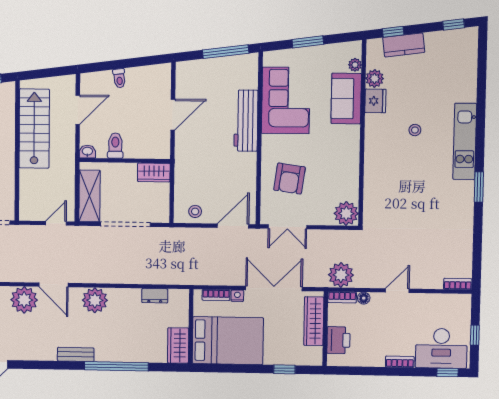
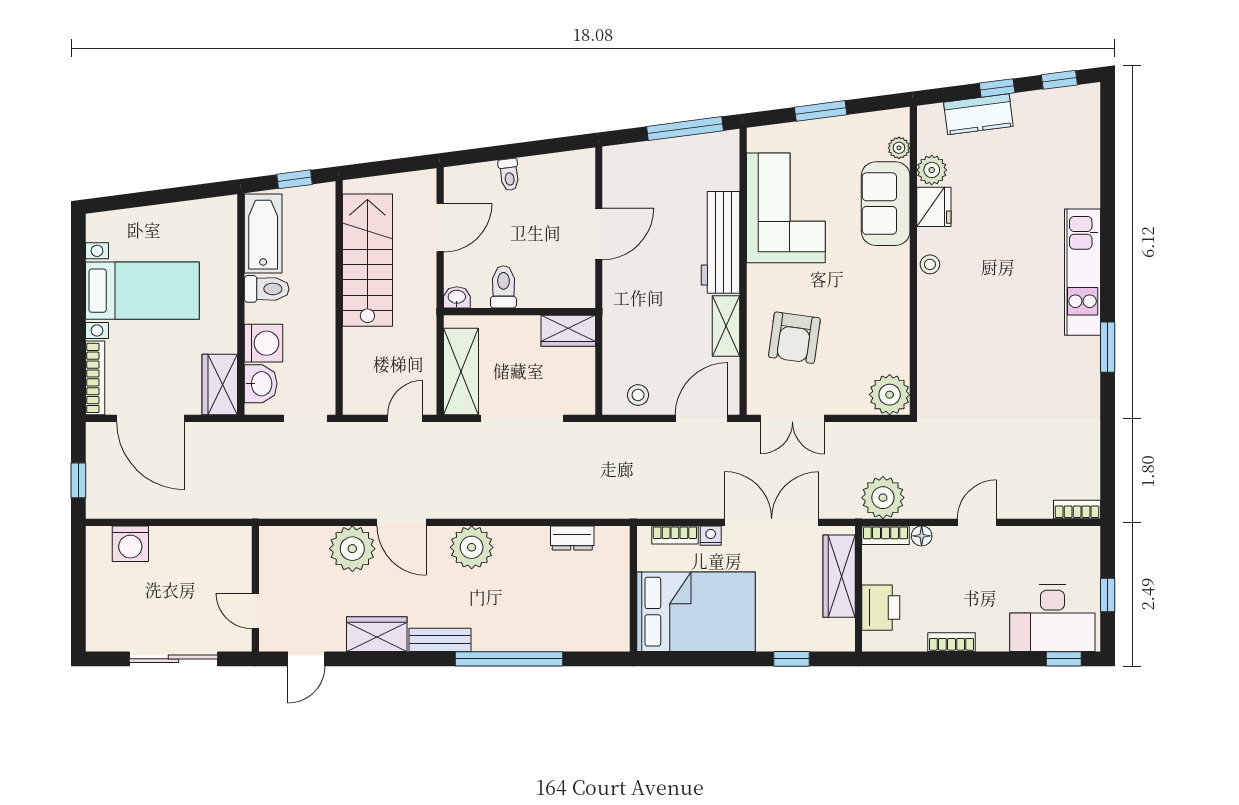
window: (393, 32) -> (997, 88), moved
stool: (415, 130) -> (930, 264), moved
shelving: (248, 171) -> (726, 326), added
wardrobe: (178, 346) -> (377, 634), moved, turned 90
bookcase: (400, 362) -> (952, 642), moved

